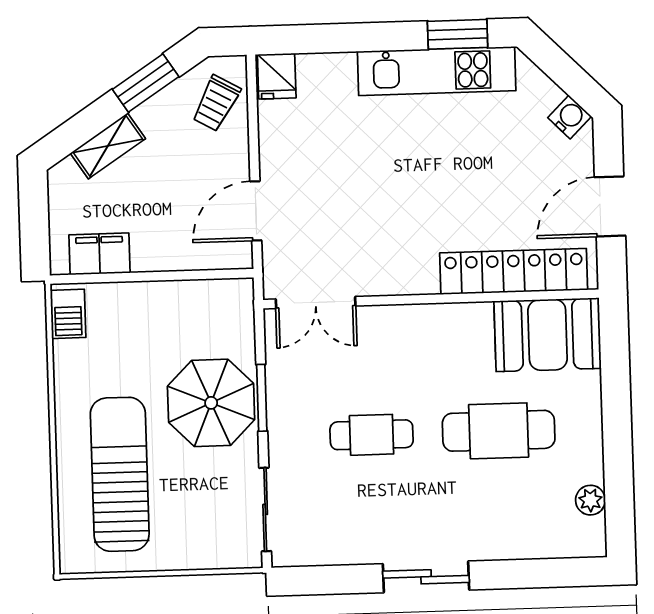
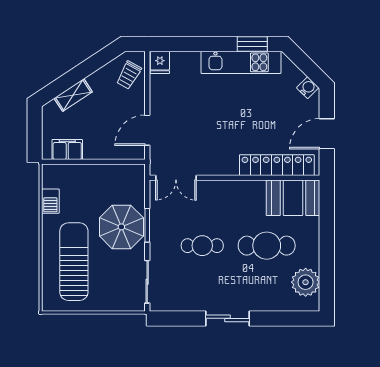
window: (146, 83) -> (93, 64), removed
barbecue: (68, 314) -> (50, 201), moved
plant: (590, 500) -> (306, 282), width x1.87, depth x1.87

